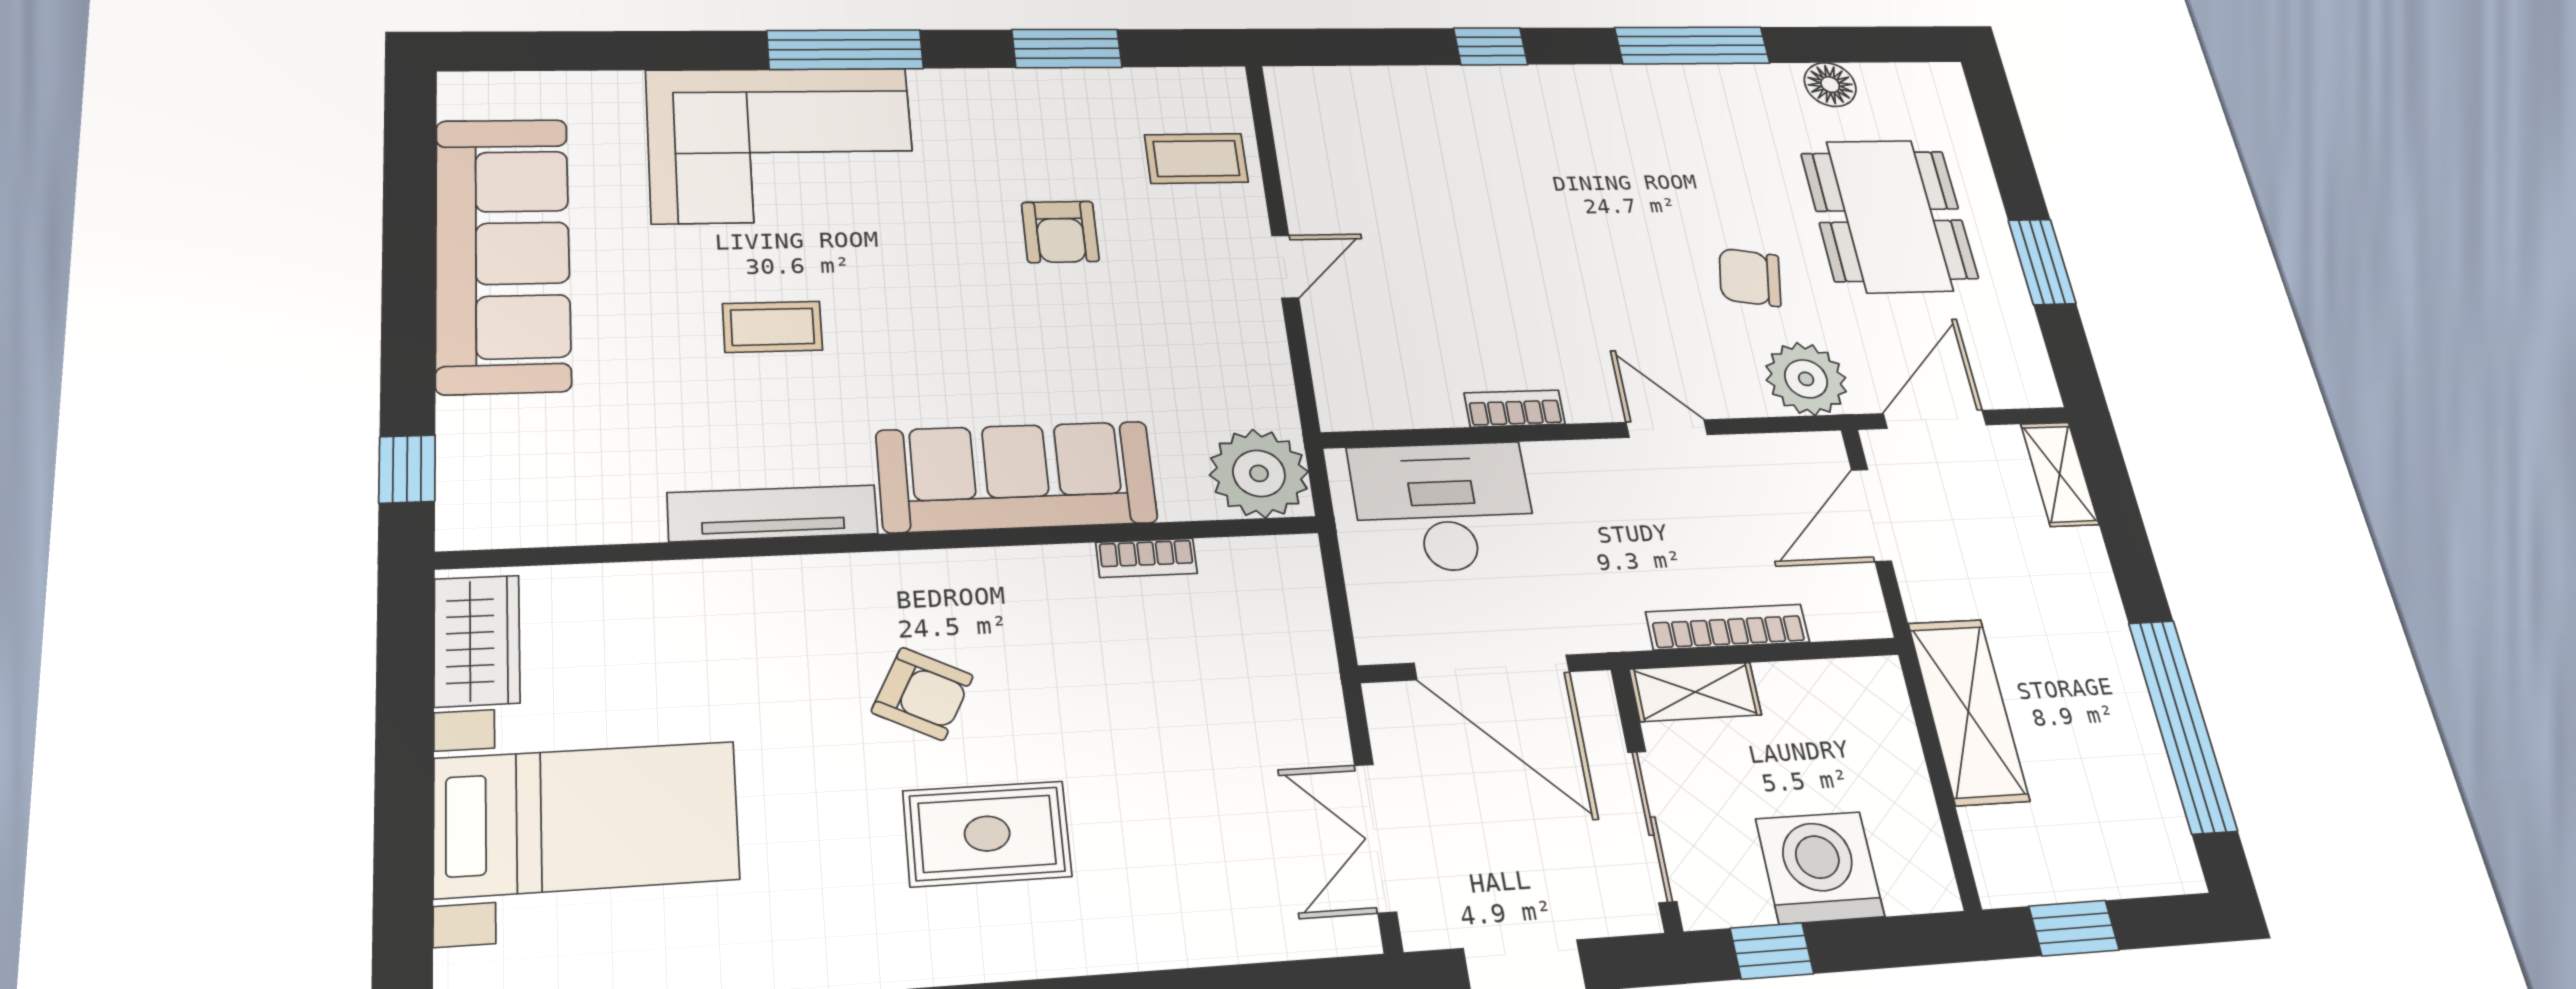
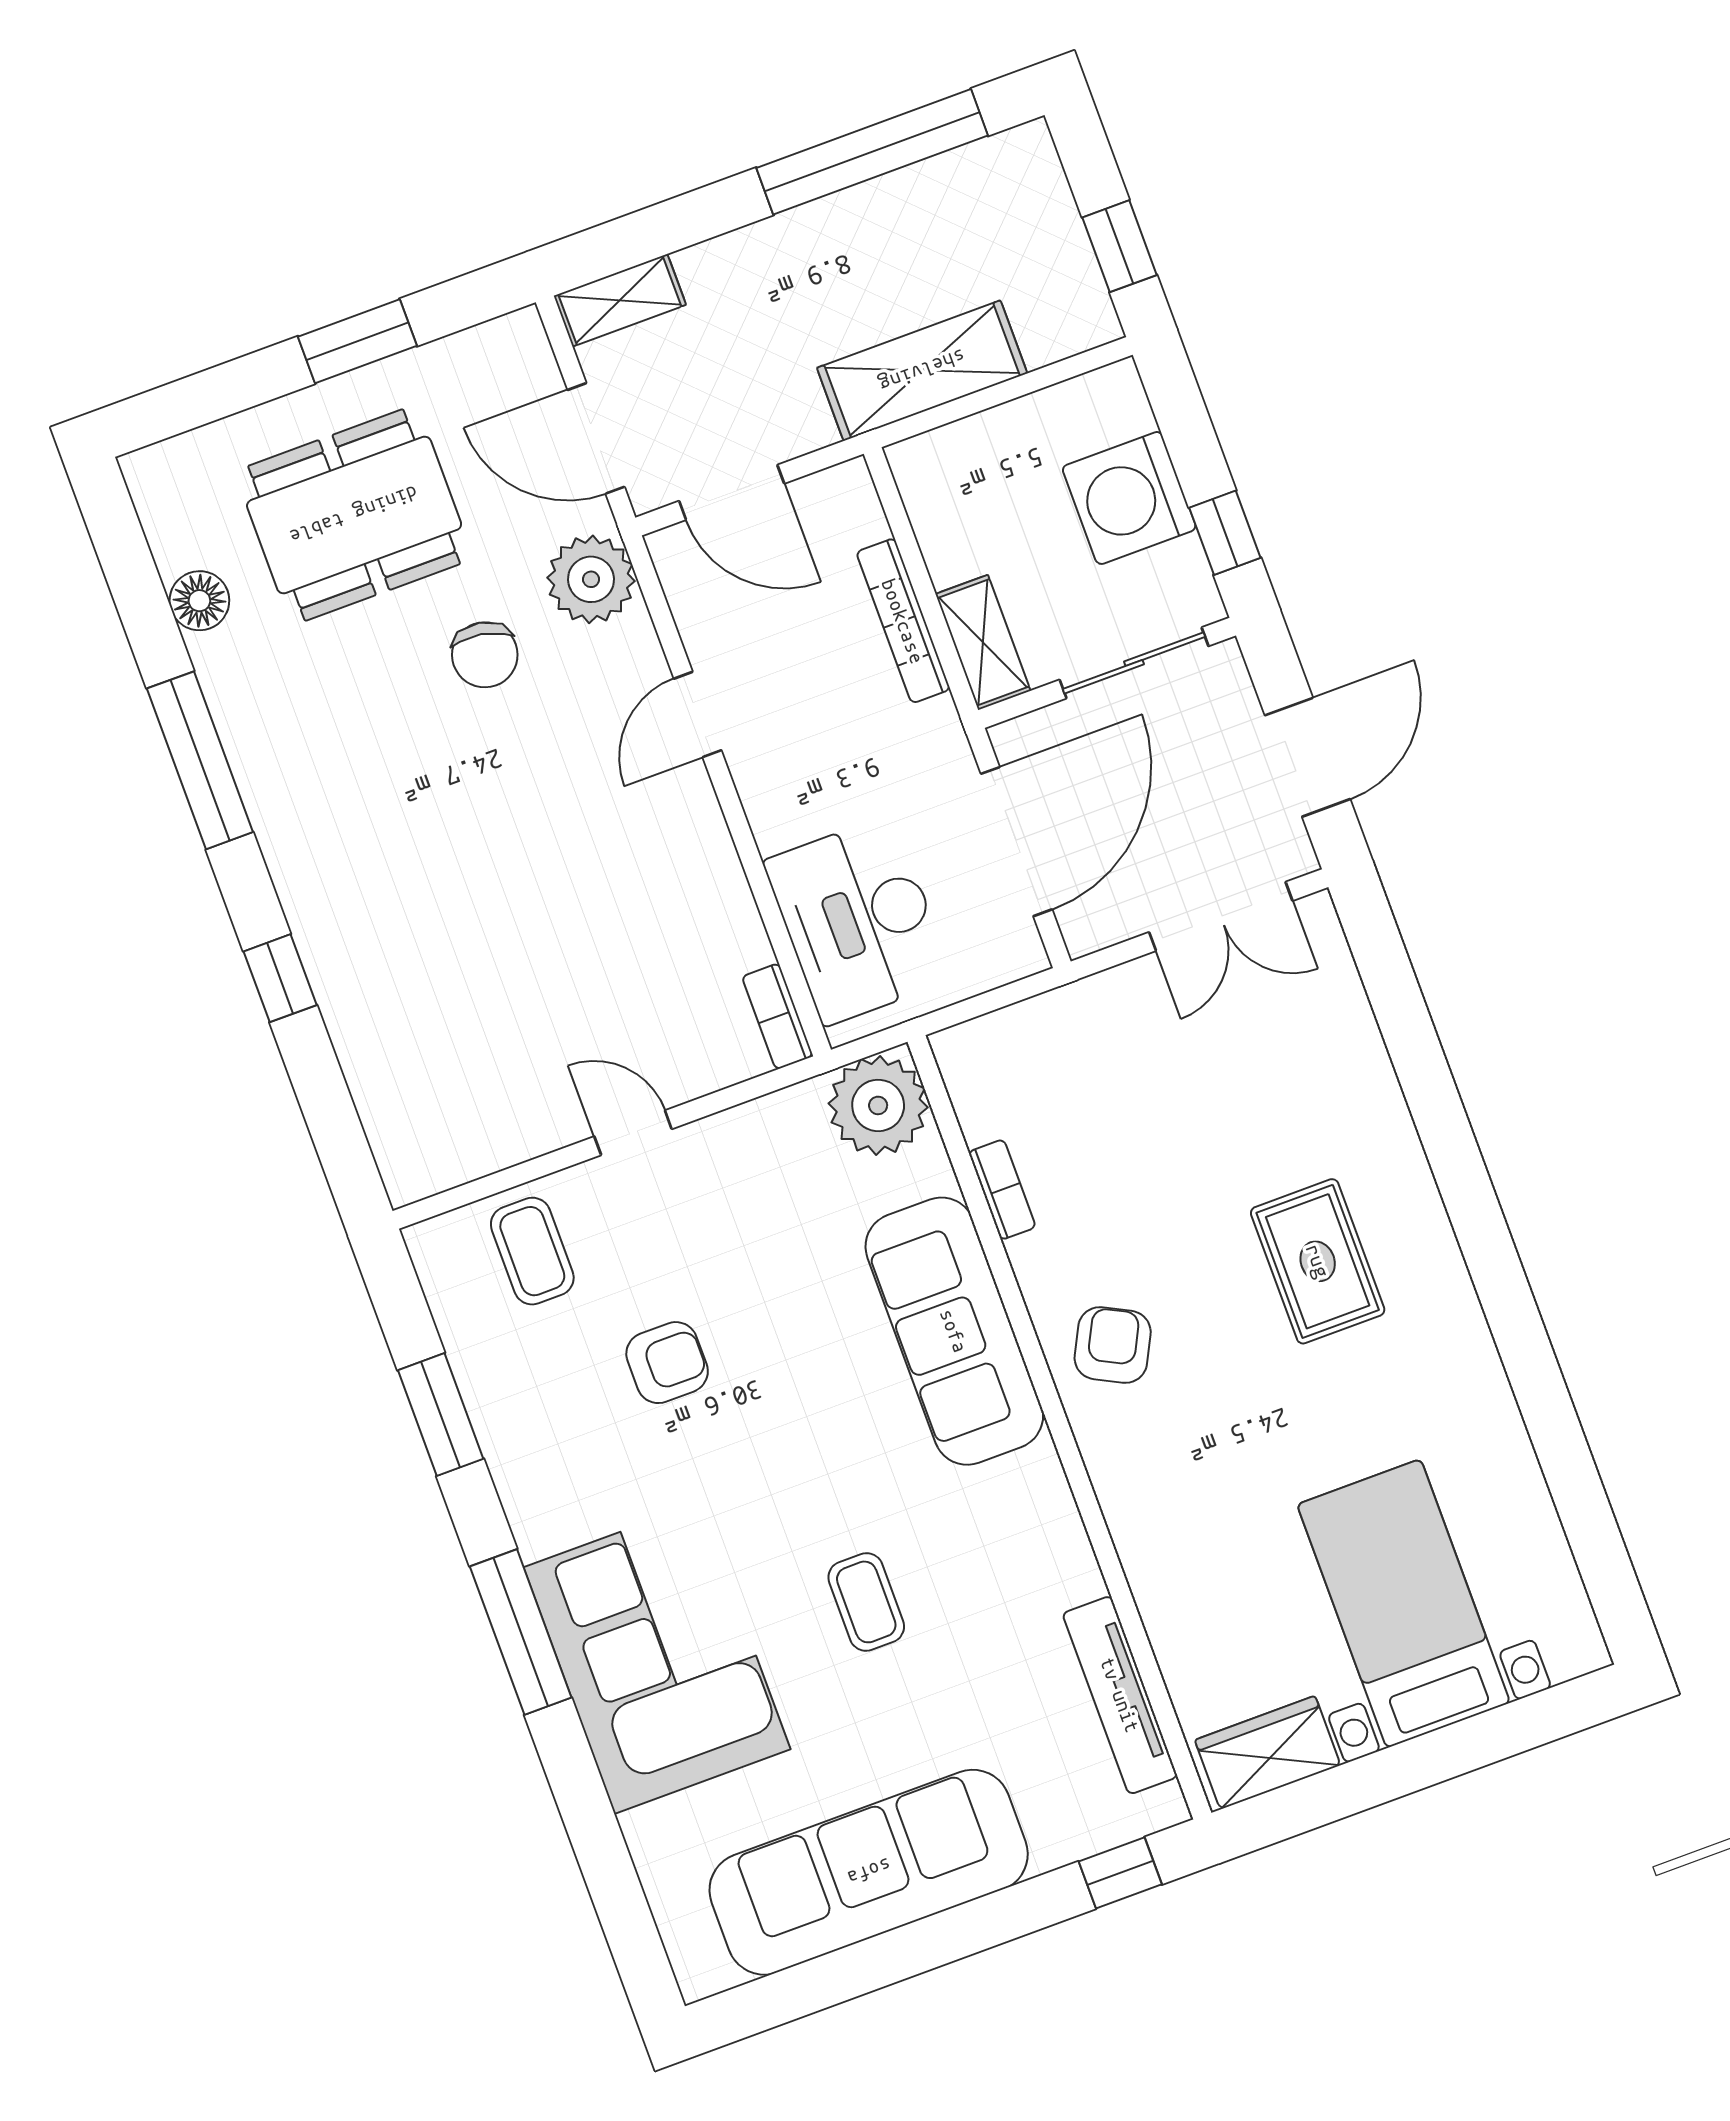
bookcase: (1515, 409) -> (777, 1016), moved
tv unit: (773, 513) -> (1120, 1695), moved
armchair: (922, 694) -> (1113, 1345), moved

